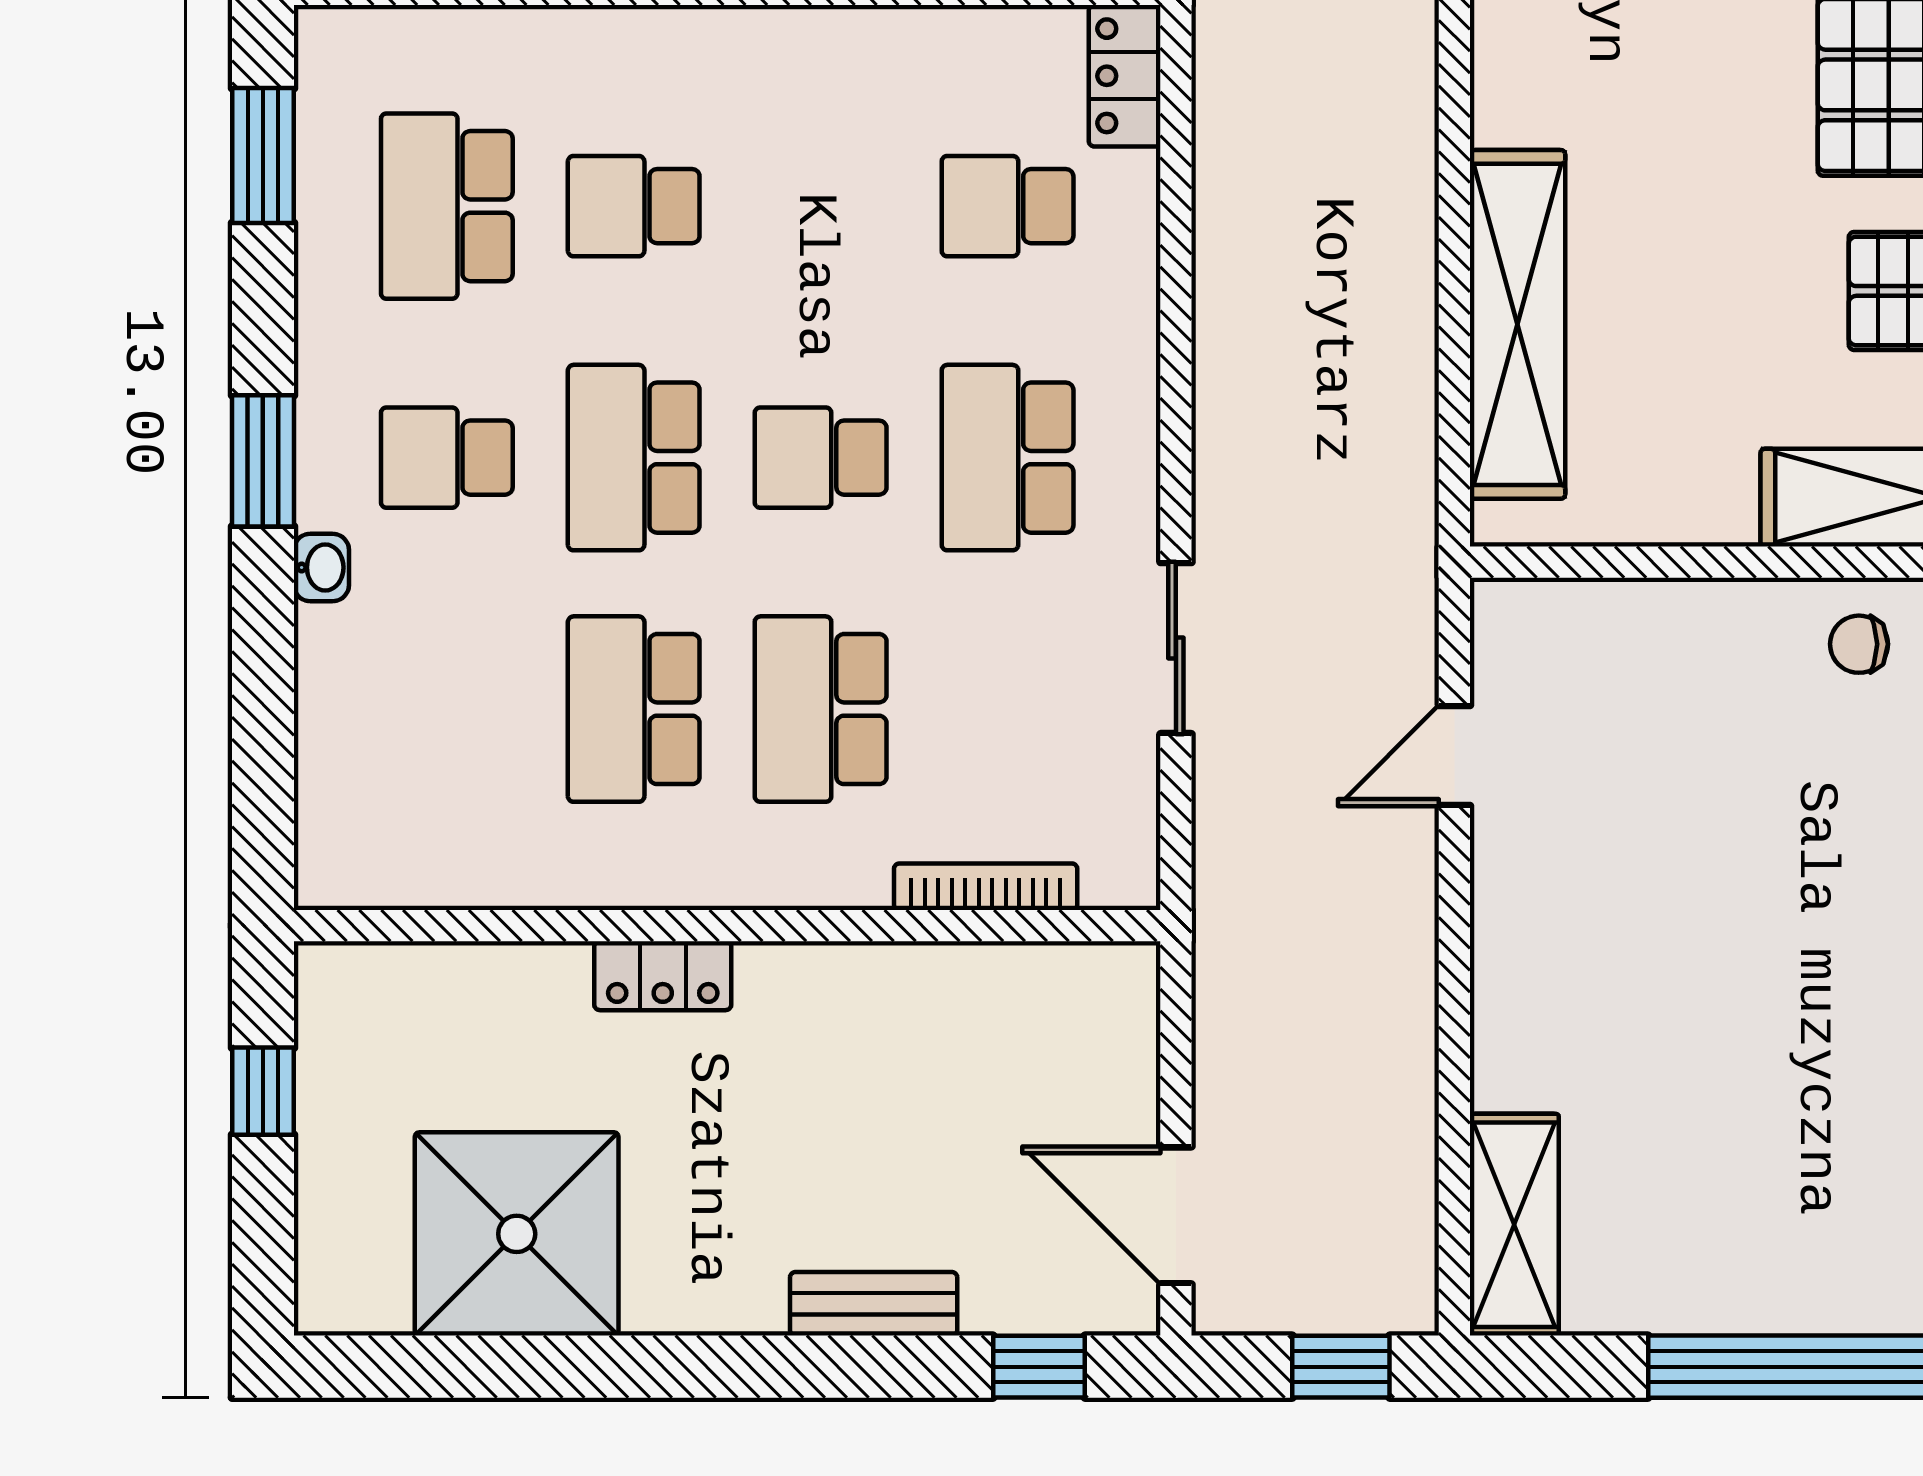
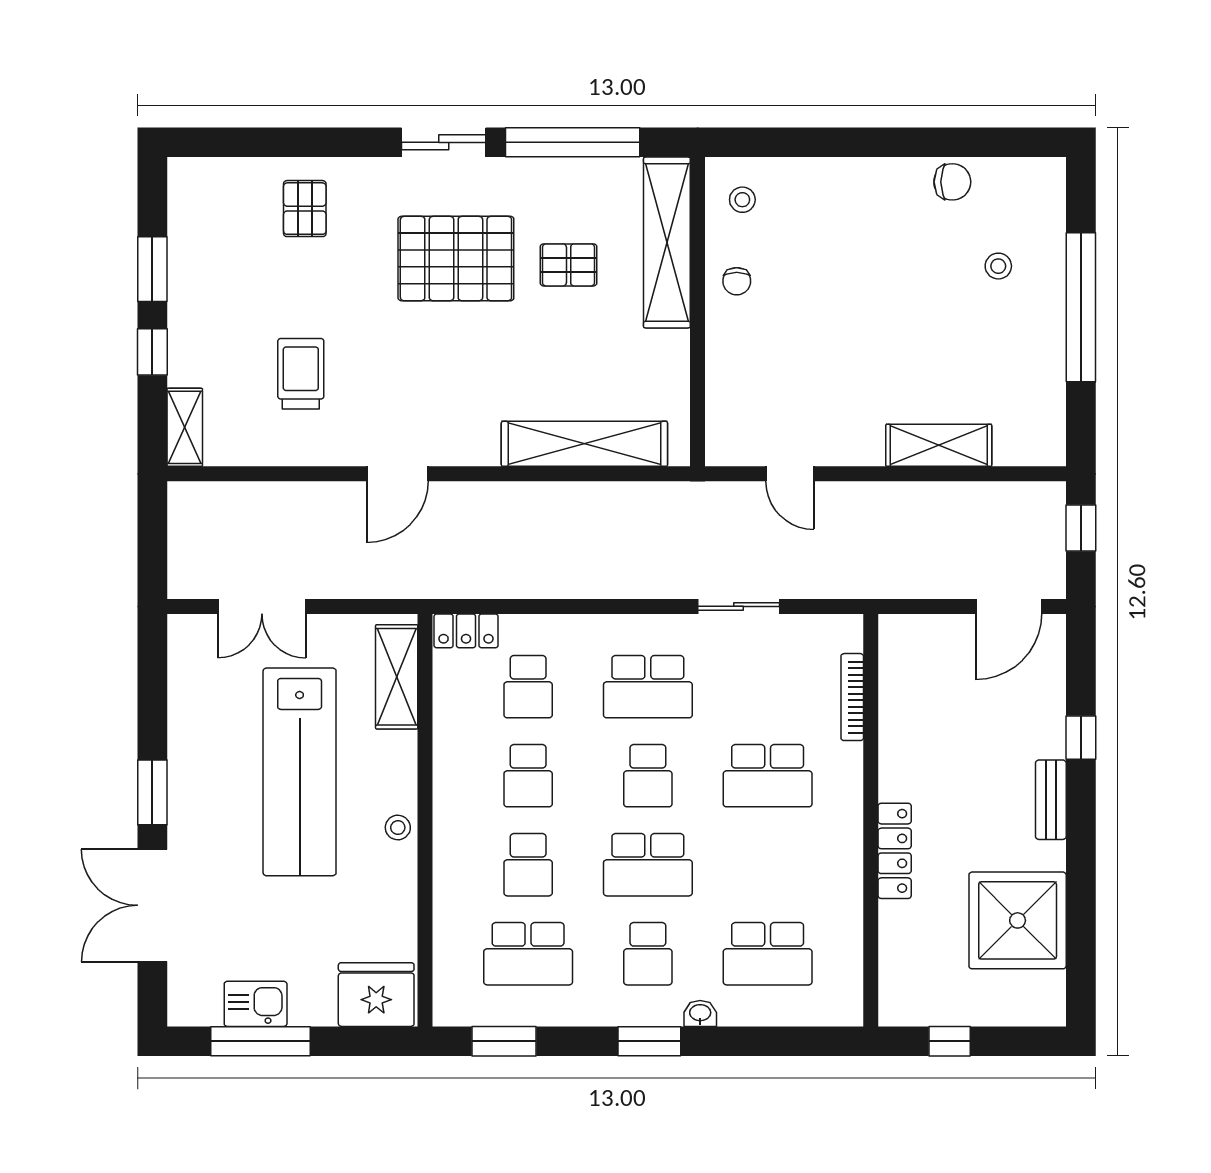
school desk: (821, 206) -> (528, 776), added
school desk: (634, 709) -> (768, 954), moved
locker: (663, 976) -> (895, 851), width x1.53
stool: (1891, 1193) -> (998, 266), added
shelving: (1514, 1225) -> (939, 445), moved
bench: (874, 1304) -> (1051, 800), moved
window: (1039, 1367) -> (1081, 738), moved

